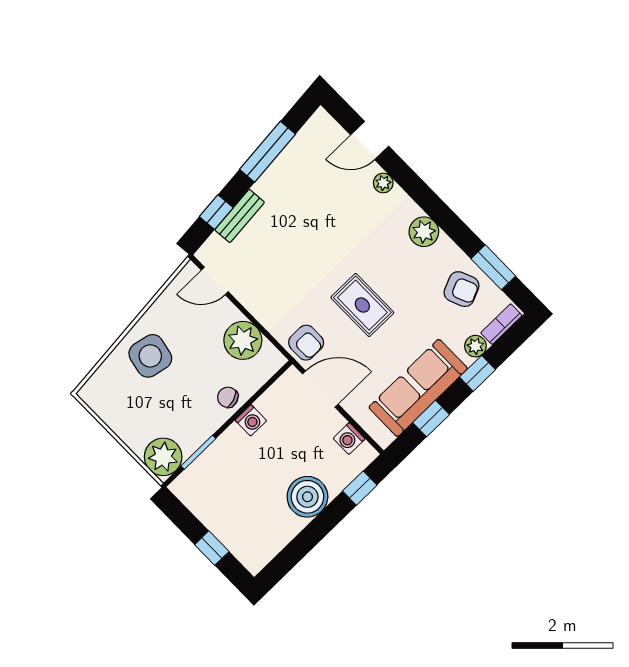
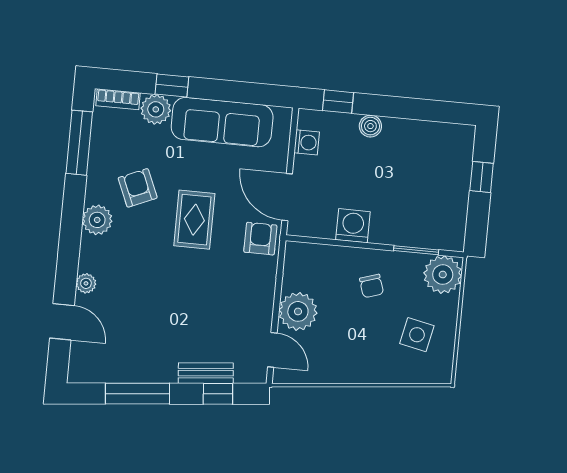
window: (493, 267) -> (79, 143), width x1.44
armchair: (462, 289) -> (138, 188), moved
plant: (243, 340) -> (298, 311), moved
plant: (475, 346) -> (156, 109), width x1.38, depth x1.38
side table: (150, 356) -> (417, 335), moved, width x0.73, depth x0.73
chair: (228, 397) -> (372, 286), moved
window: (431, 419) -> (237, 92), removed
washing machine: (251, 420) -> (353, 226), width x1.38, depth x1.38
boiler: (307, 497) -> (370, 126), width x0.54, depth x0.54

